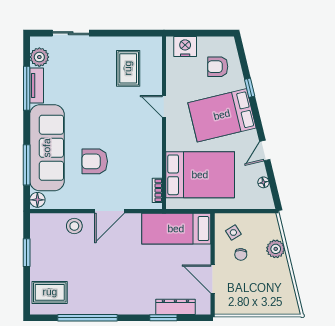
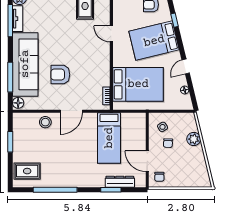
bed: (176, 229) -> (109, 138), moved, turned -90
chair: (229, 300) -> (159, 177), added

